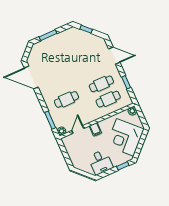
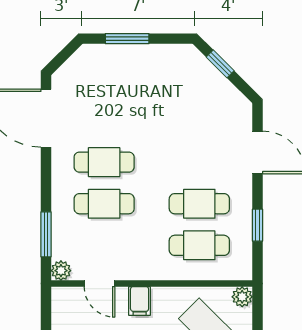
cafe table: (60, 84) -> (104, 162), added
door: (78, 129) -> (100, 284), swing flipped

